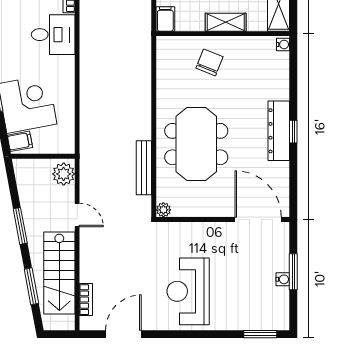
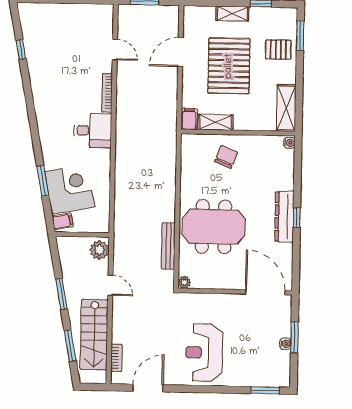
shelving: (226, 22) -> (216, 122), moved
meeting table: (196, 144) -> (214, 227), turned 90

